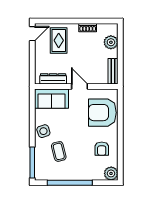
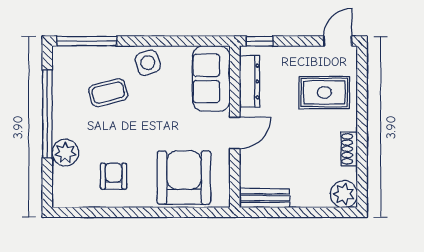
door: (32, 34) -> (338, 41), swing flipped
plant: (111, 42) -> (344, 194), moved
window: (32, 74) -> (259, 41), added
armchair: (102, 149) -> (114, 176), turned 90
plant: (111, 173) -> (65, 153), moved

